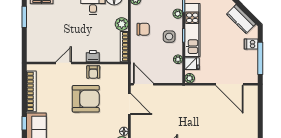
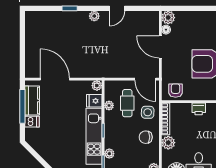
kitchen counter: (241, 19) -> (32, 100), moved, turned 45
side table: (169, 37) -> (148, 112), moved
cafe table: (161, 61) -> (127, 103), added
armchair: (93, 72) -> (176, 91), moved
door: (129, 104) -> (160, 47), moved

